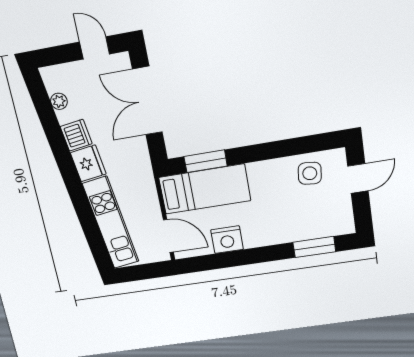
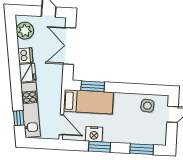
plant: (59, 101) -> (25, 31), width x1.88, depth x1.88
window: (95, 240) -> (19, 118), added
window: (241, 258) -> (99, 147), added

